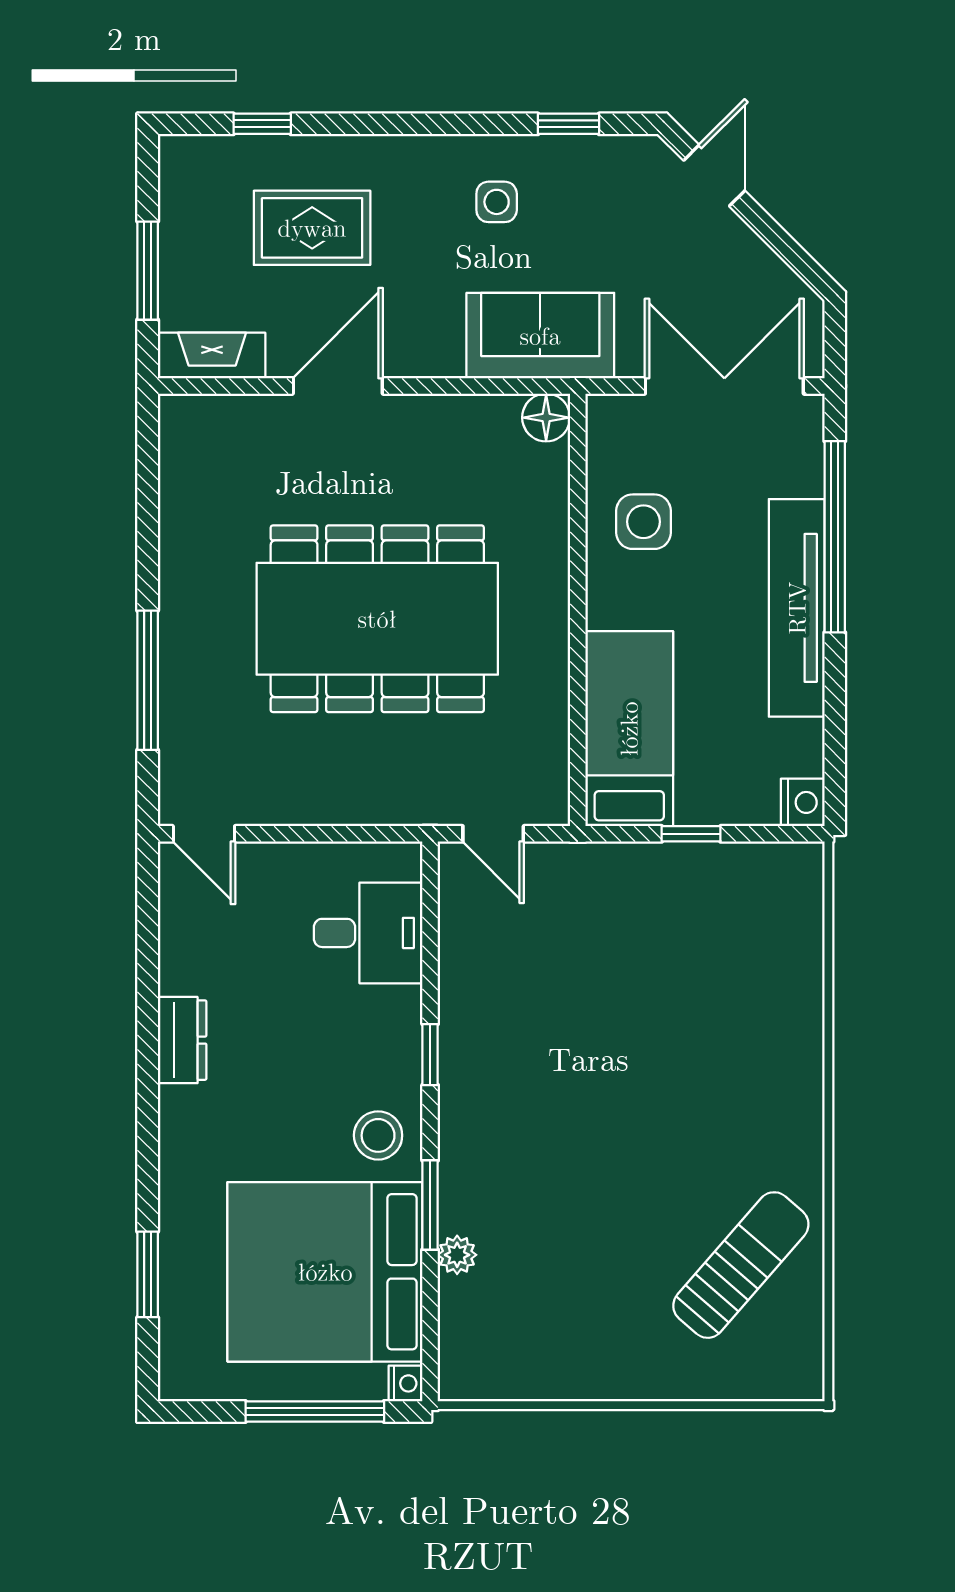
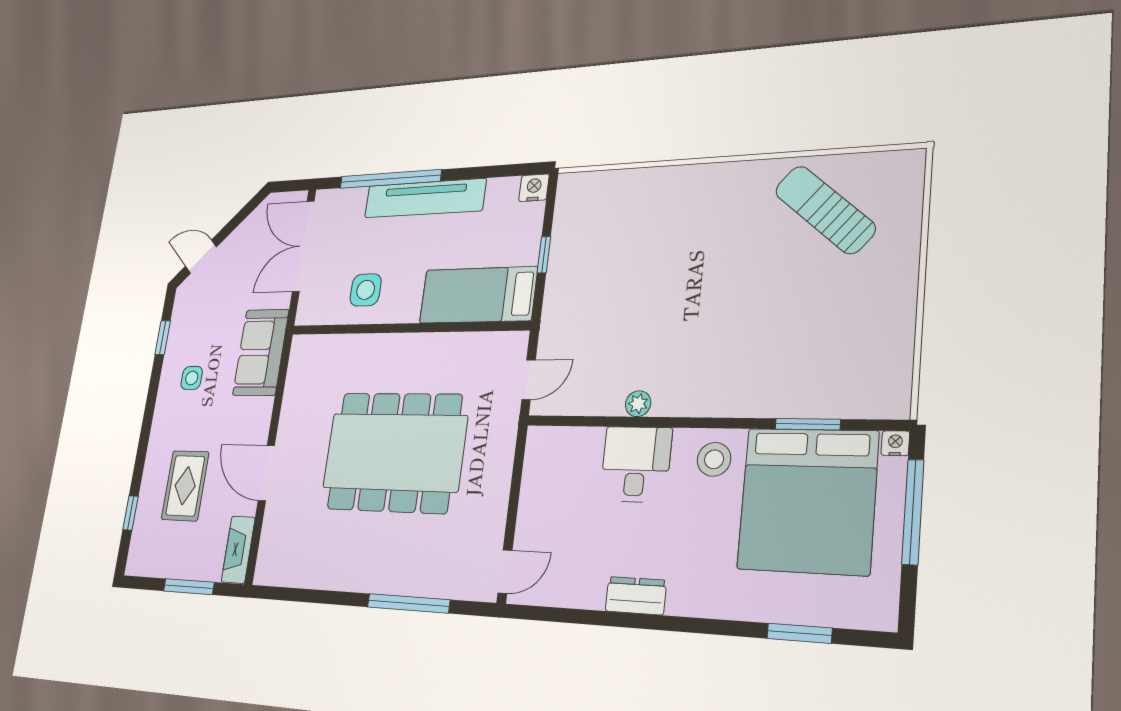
floor lamp: (546, 418) -> (303, 348), removed
dining table: (377, 619) -> (394, 452), turned 90
desk: (368, 933) -> (636, 464), moved
window: (430, 1055) -> (663, 422), removed
window: (430, 1205) -> (808, 424), moved
plant: (457, 1255) -> (638, 404), moved

